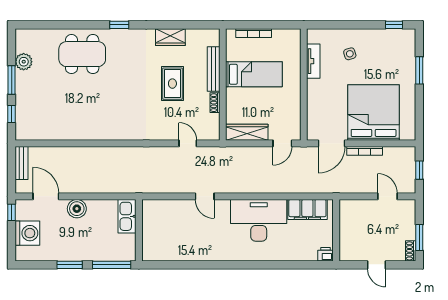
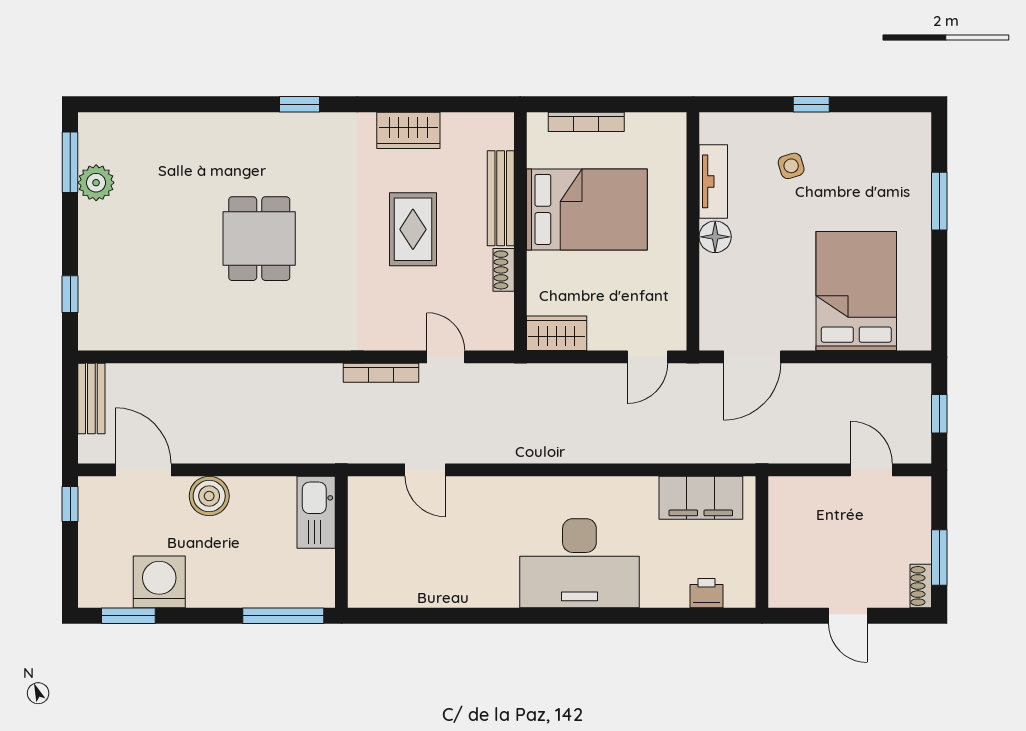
window: (394, 25) -> (811, 104), moved
dining table: (82, 54) -> (259, 239), moved, width x0.73
bed: (254, 74) -> (587, 209), width x1.50
window: (12, 80) -> (70, 162), moved
floor lamp: (314, 87) -> (715, 237), added
bed: (374, 113) -> (856, 291), width x0.73
wardrobe: (247, 132) -> (557, 333), width x0.67
bookcase: (365, 151) -> (381, 373), moved
door: (205, 196) -> (425, 470), moved
desk: (259, 220) -> (579, 563), moved, turned 180
washing machine: (27, 233) -> (159, 582), moved, turned -90
printer: (326, 254) -> (706, 593), moved
window: (70, 265) -> (128, 616), moved

